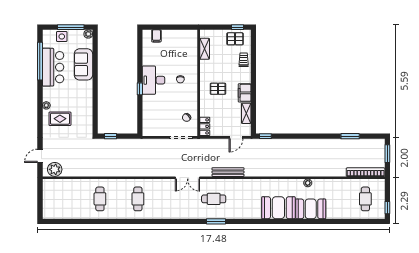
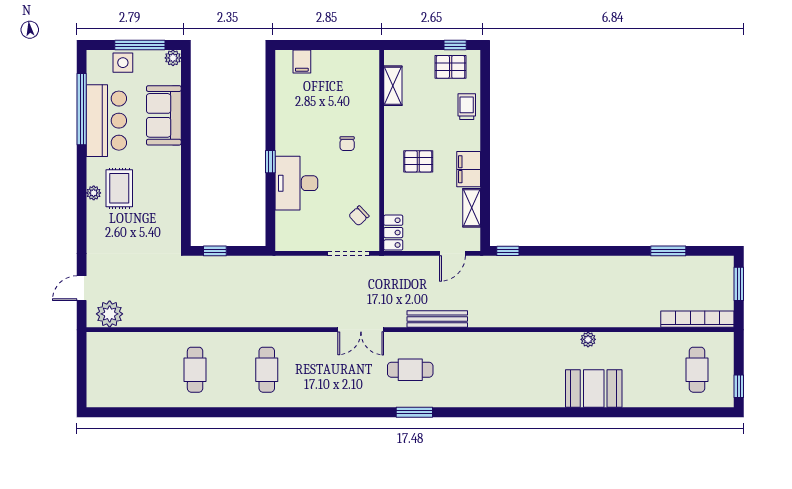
desk: (154, 80) -> (296, 183), moved
rug: (60, 119) -> (119, 188), moved, turned 90
booth: (278, 208) -> (533, 386), removed

